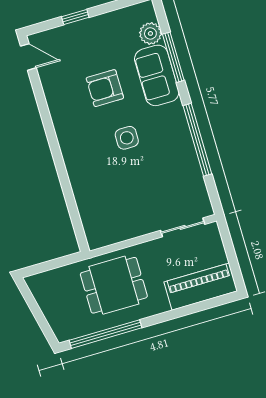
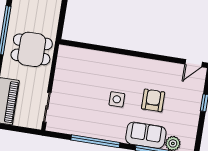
dining table: (114, 285) -> (32, 49), turned 90

